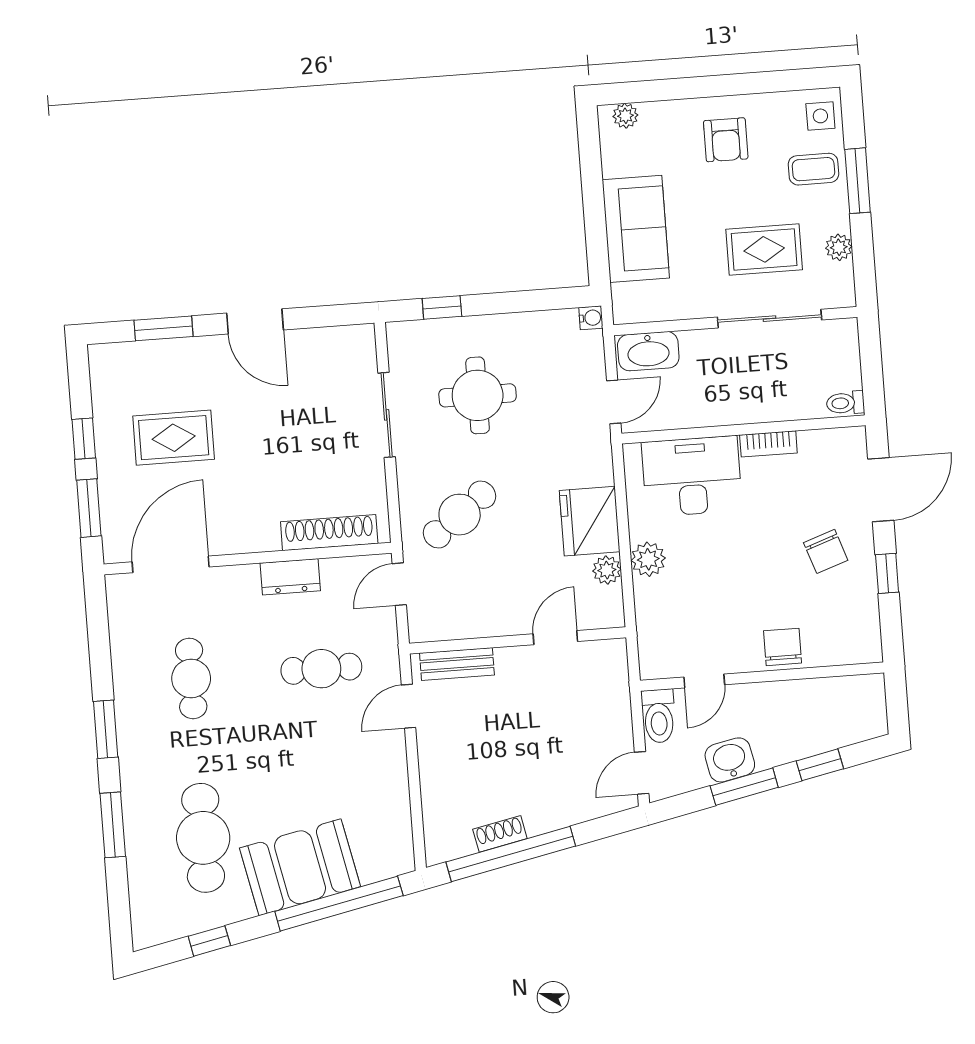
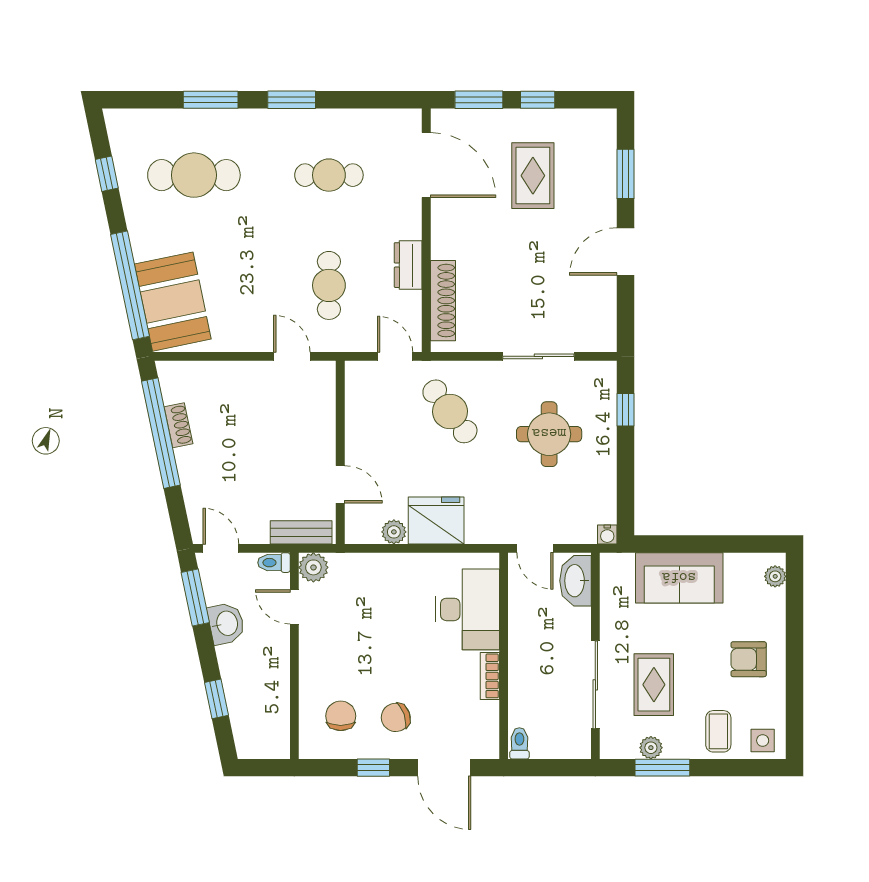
window: (858, 181) -> (662, 768), moved
plant: (648, 559) -> (313, 567), moved
chair: (783, 647) -> (341, 716), moved, turned -90
bench: (457, 664) -> (301, 532), moved, turned 90
toilet: (659, 716) -> (274, 563), width x0.73, depth x0.72
window: (744, 787) -> (195, 597), moved
booth: (300, 867) -> (173, 302), moved

